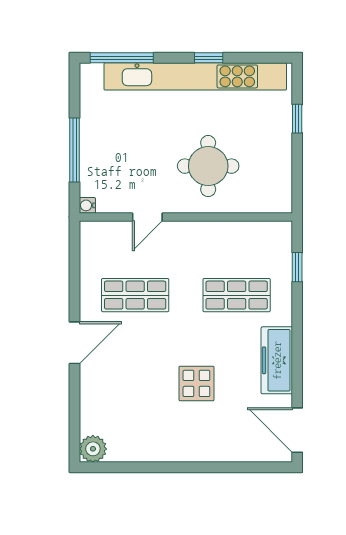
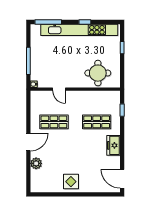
round table: (208, 166) -> (98, 73), moved
door: (147, 217) -> (59, 89), hinge flipped
freezer: (277, 360) -> (114, 145), width x0.71
display table: (196, 383) -> (71, 182), moved
plant: (93, 449) -> (36, 163), moved

